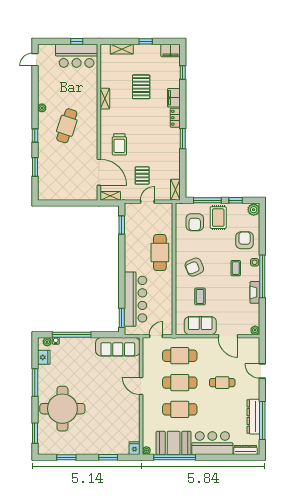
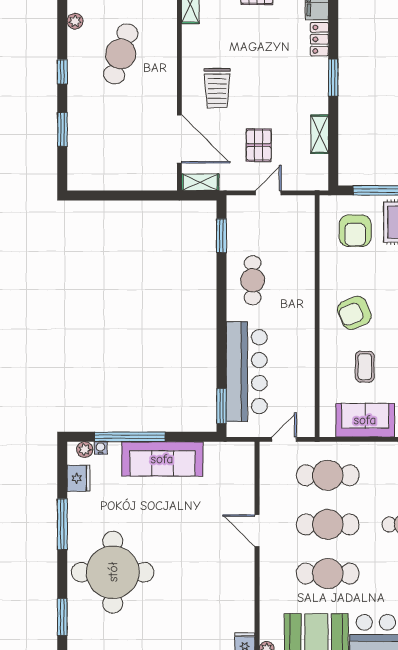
shelving: (175, 190) -> (320, 134), moved
cafe table: (160, 253) -> (253, 280), moved, width x0.73, depth x0.74
sofa: (118, 347) -> (162, 459), moved

